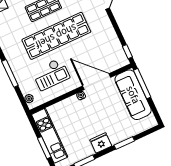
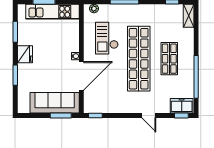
window: (142, 84) -> (61, 116), width x0.69

